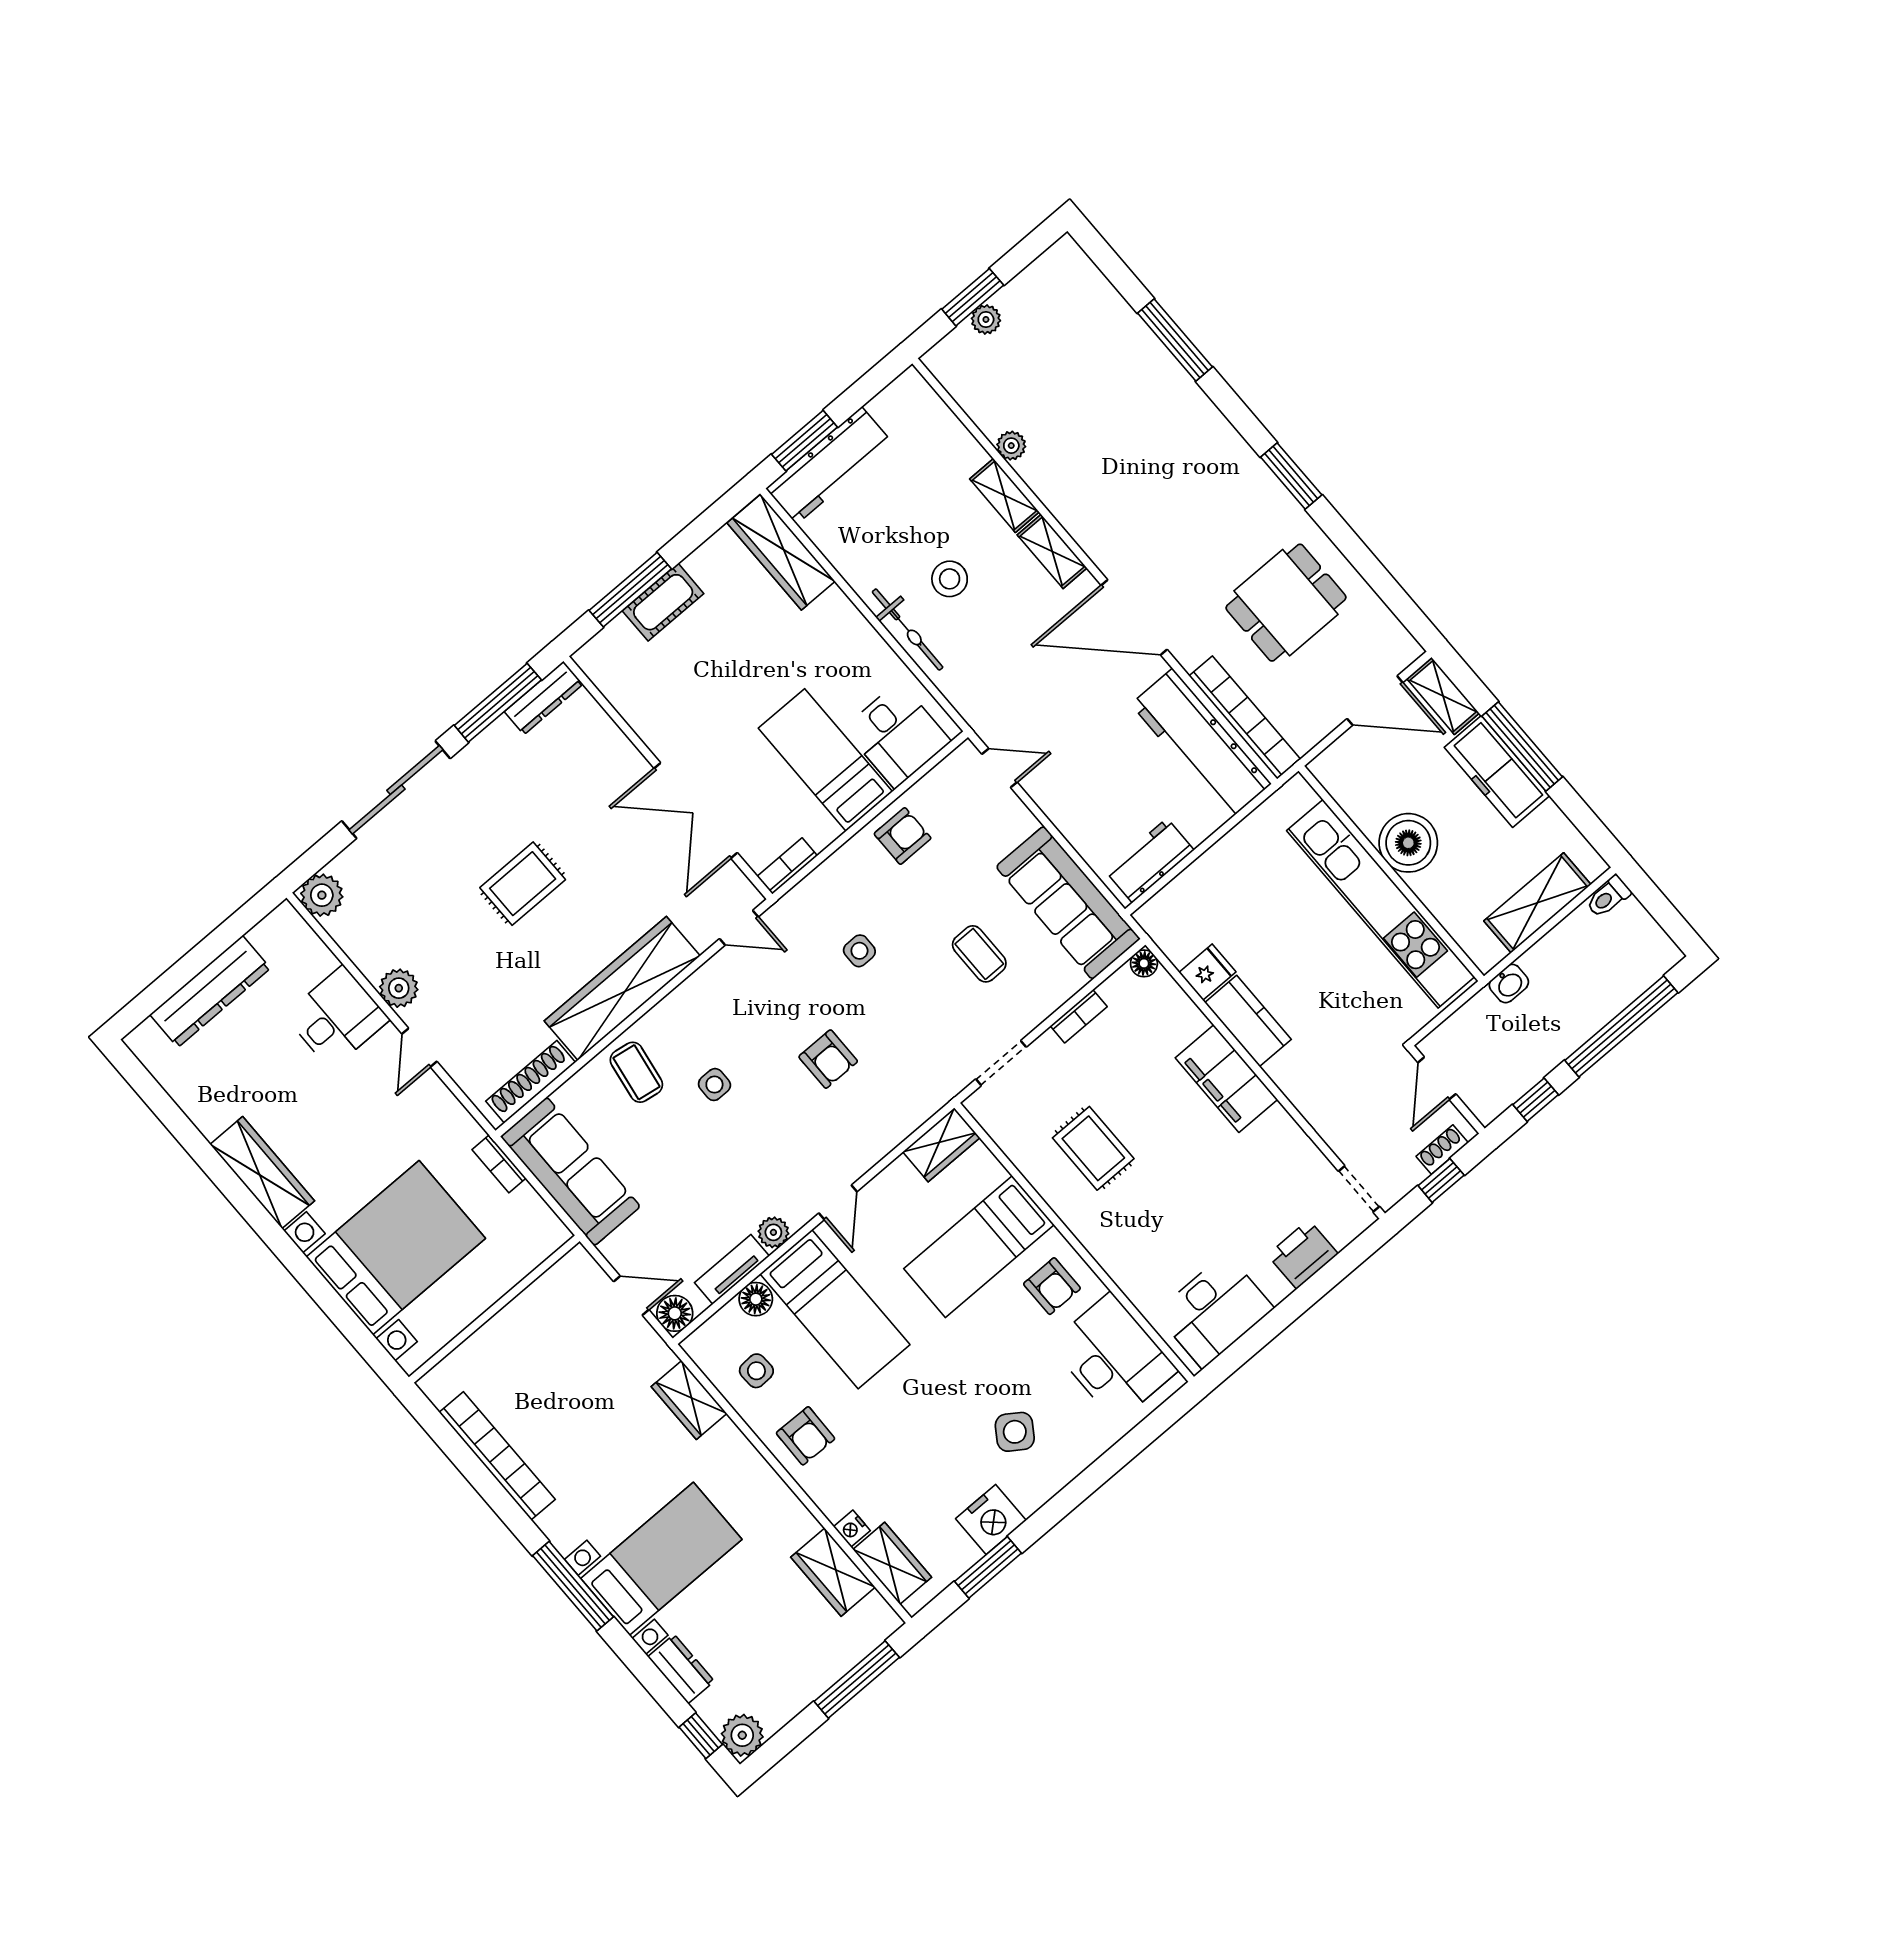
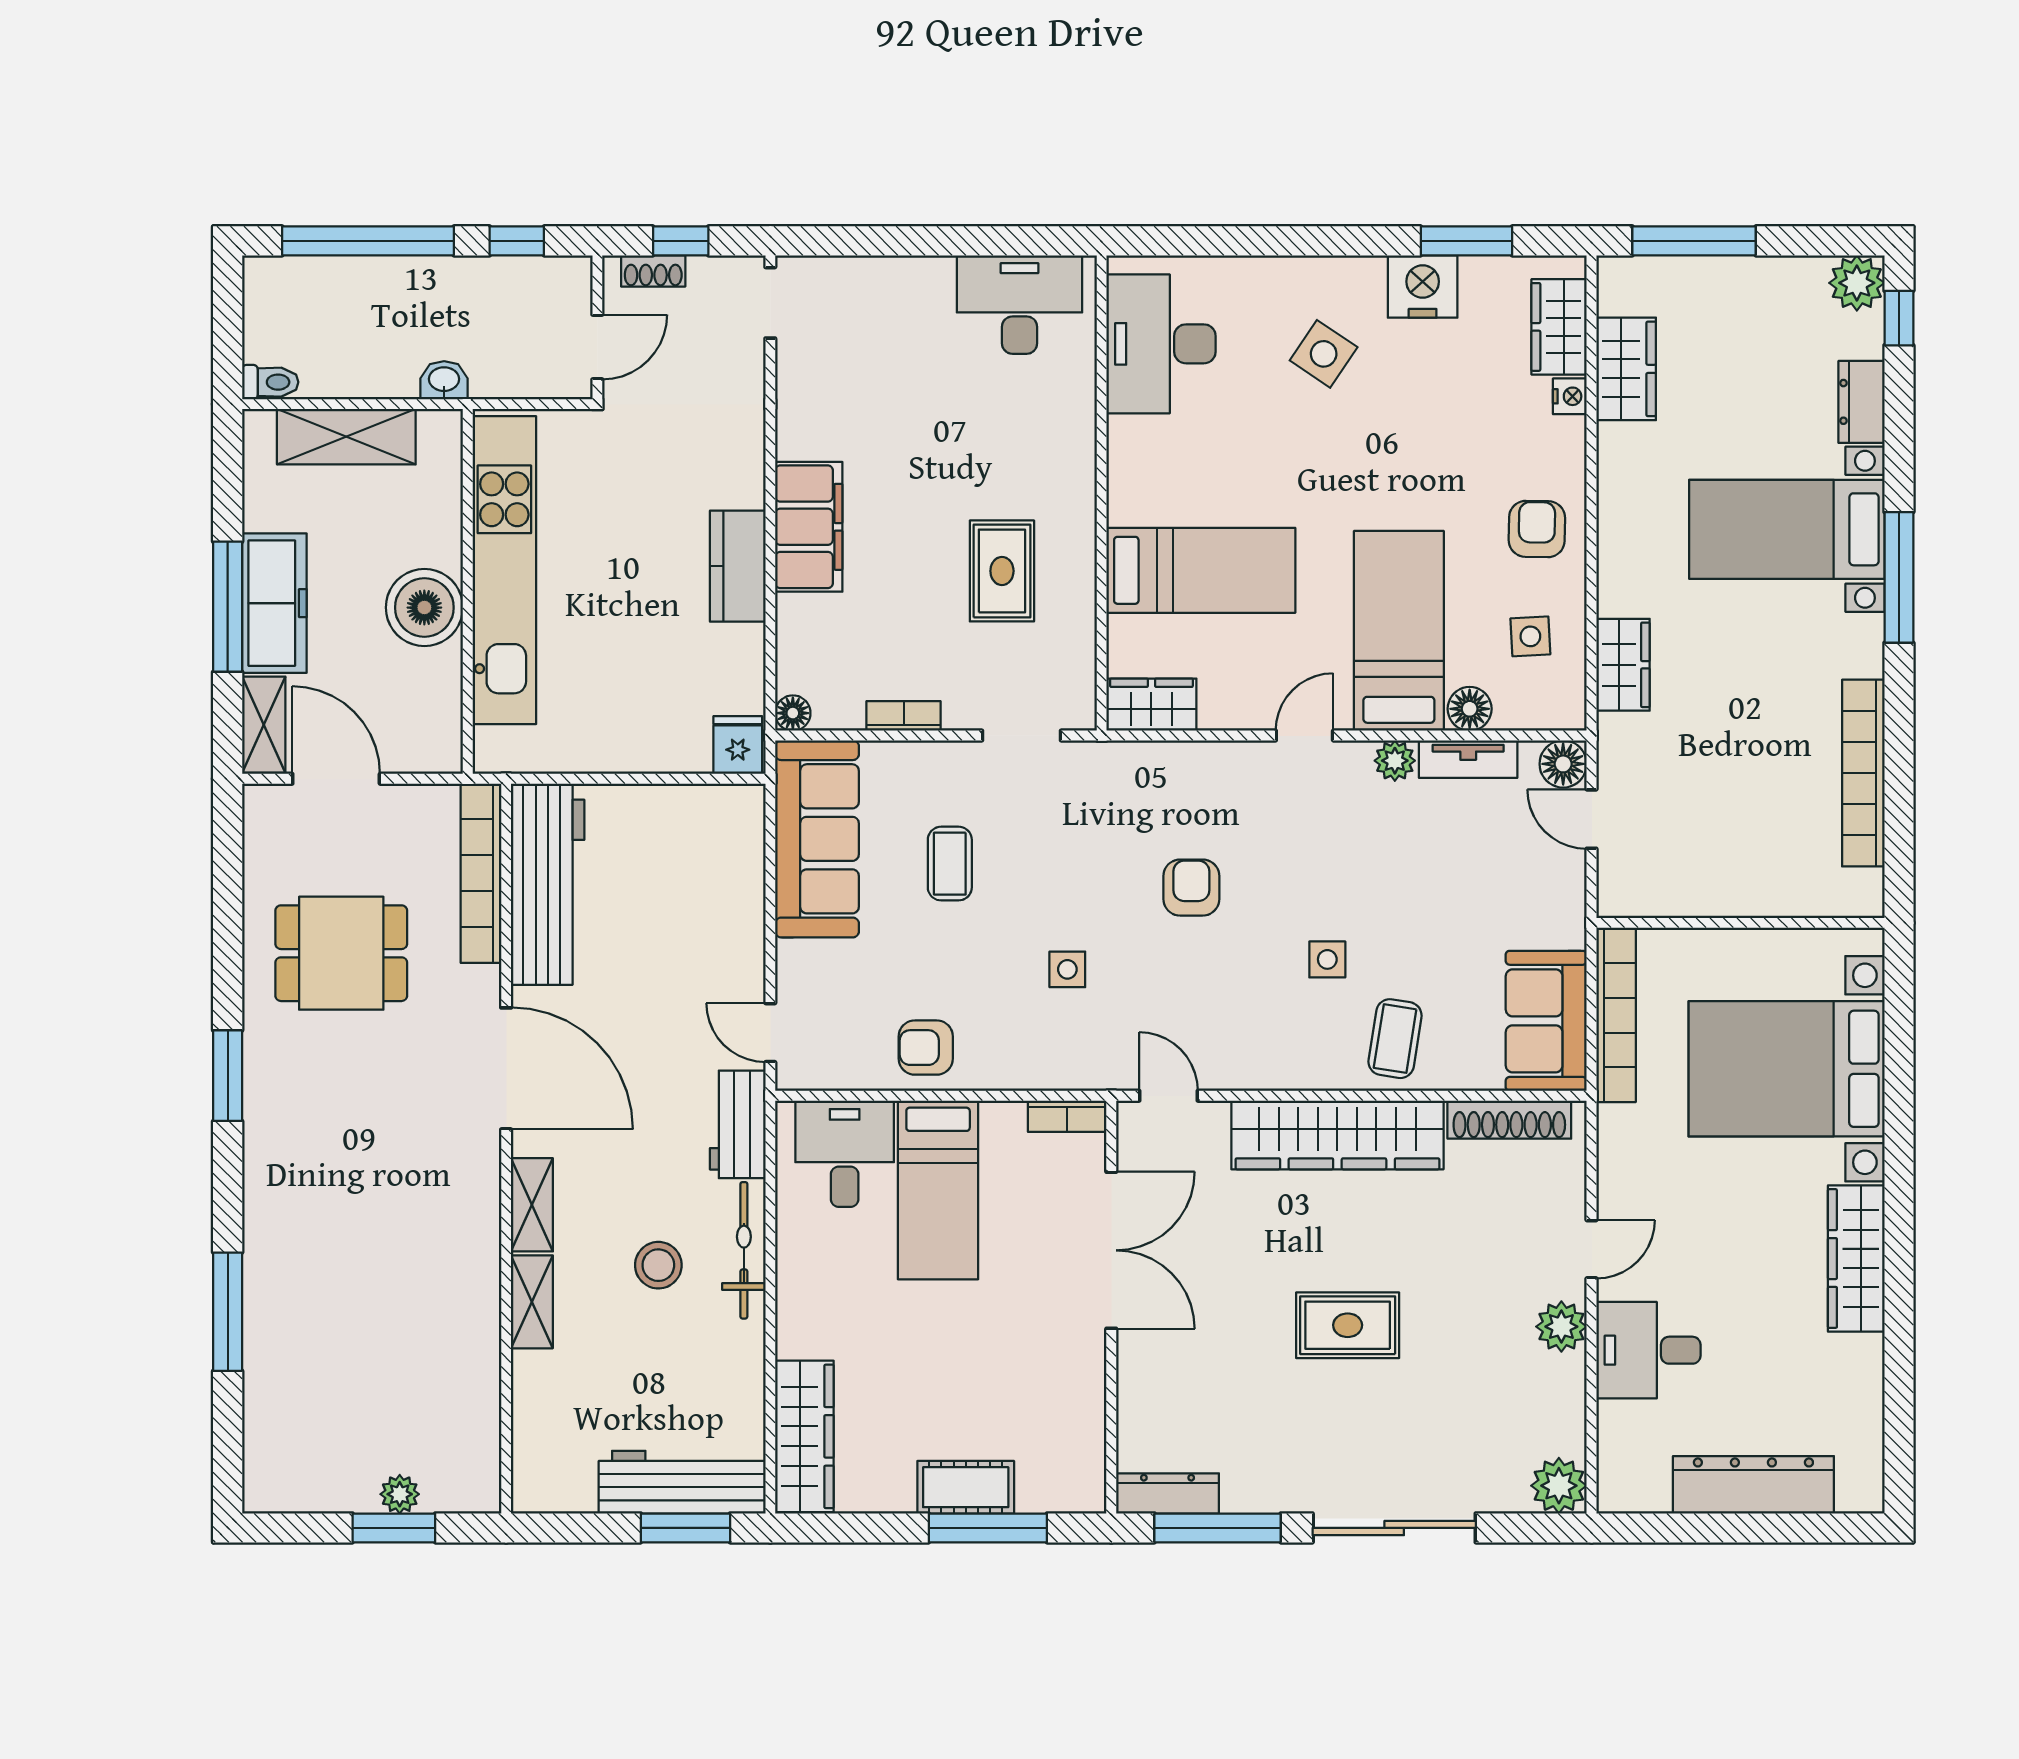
plant: (1011, 446) -> (482, 1346), removed
workbench: (1150, 860) -> (738, 1124), moved, turned 90
fridge: (1207, 972) -> (738, 745), moved, turned 90
bookcase: (499, 1164) -> (1616, 1015), width x2.31, depth x1.31
sofa: (570, 1171) -> (1546, 1021), width x0.73
printer: (1303, 1254) -> (883, 285), removed
armchair: (1052, 1286) -> (1161, 468), removed

